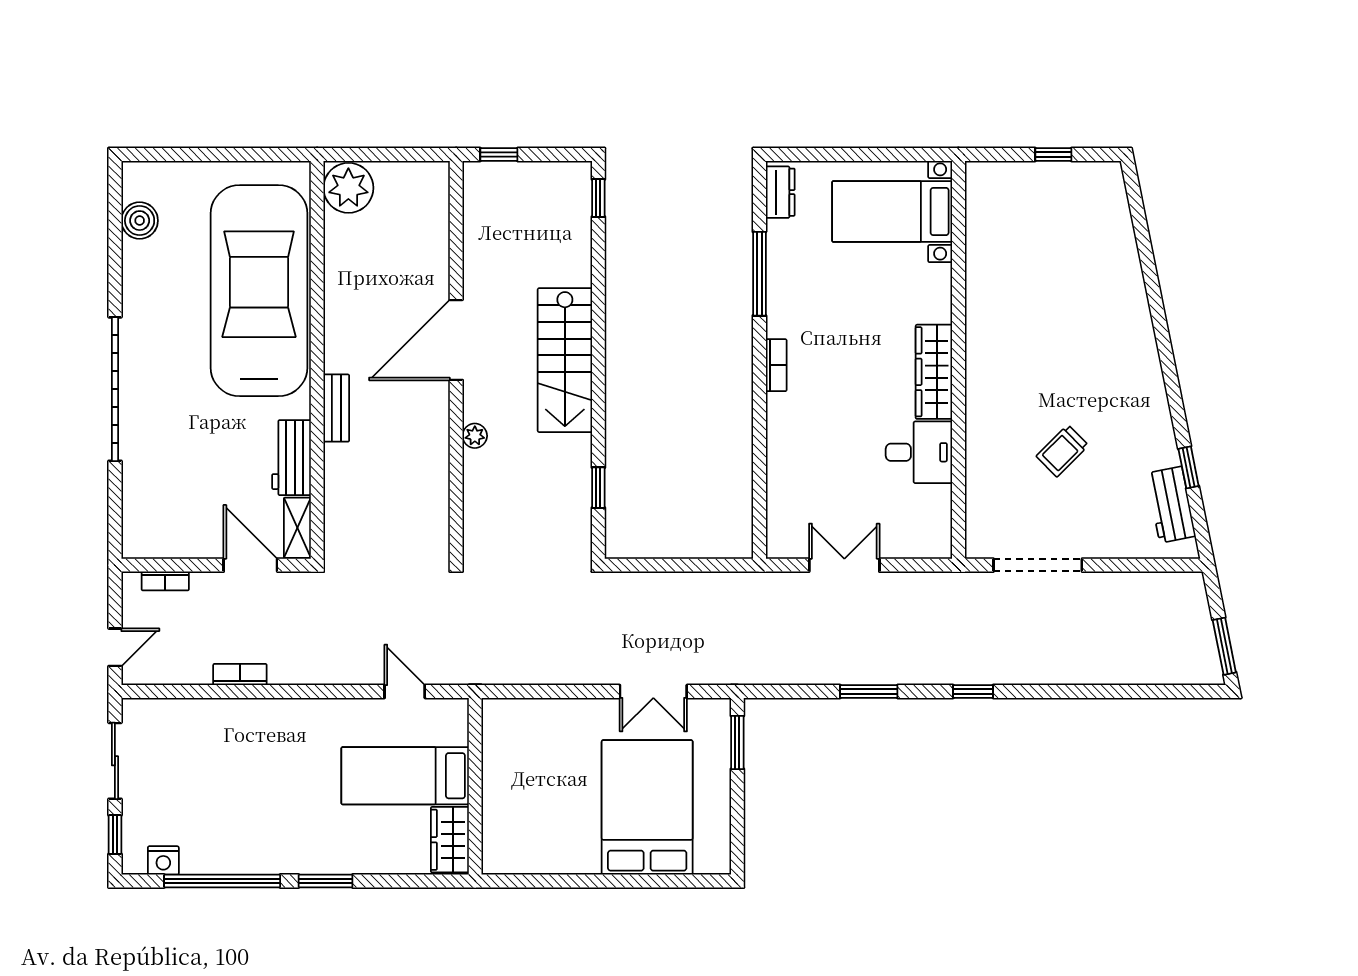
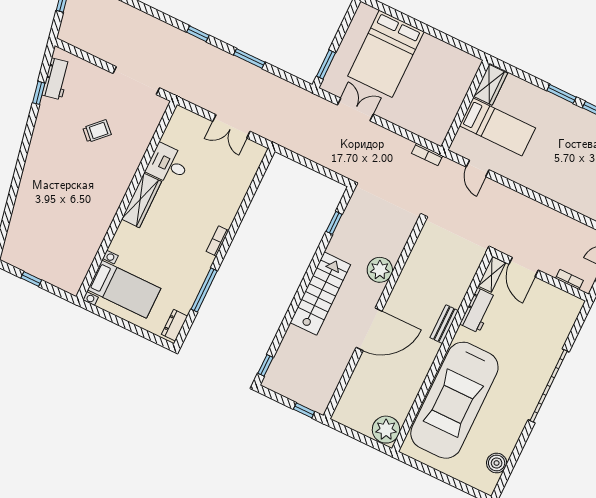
plant: (475, 436) -> (380, 270), width x1.88, depth x1.88
bookcase: (240, 675) -> (427, 154), moved

